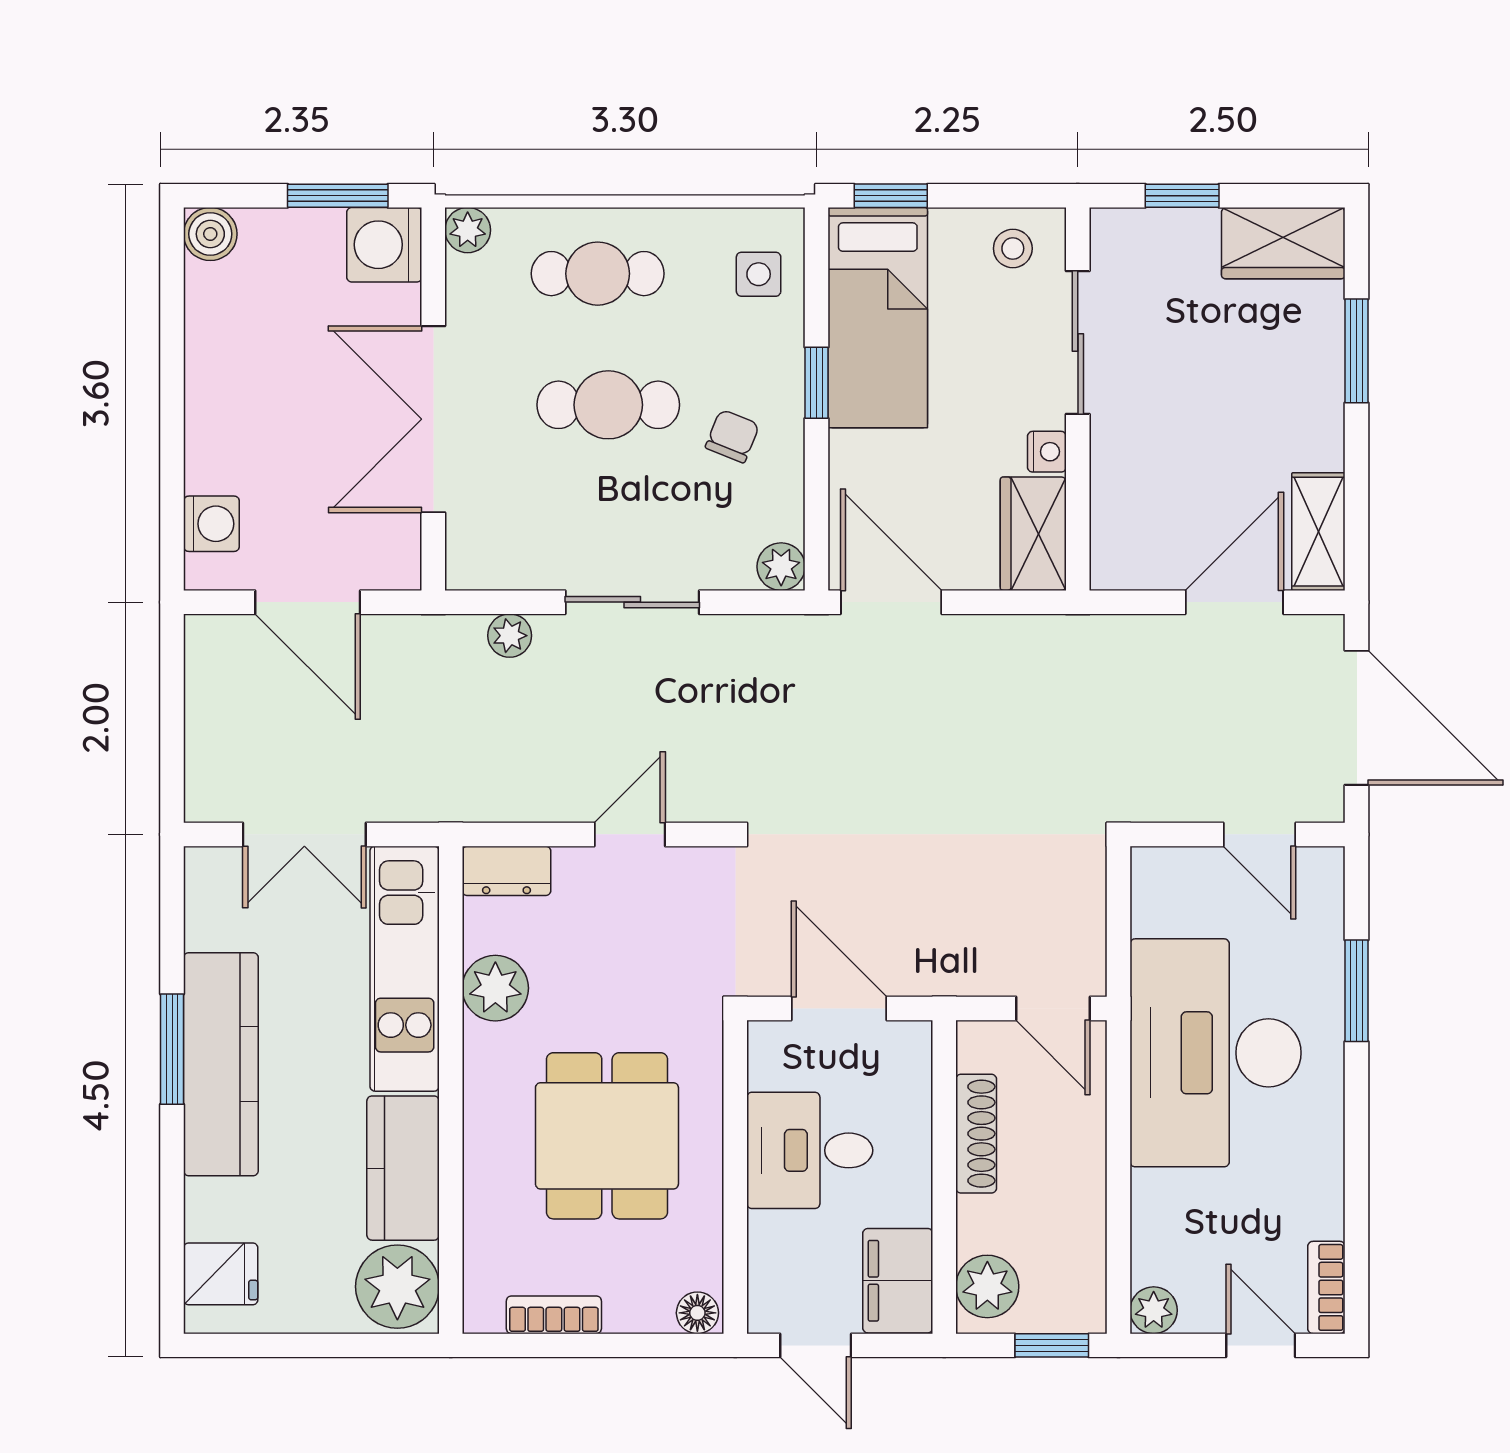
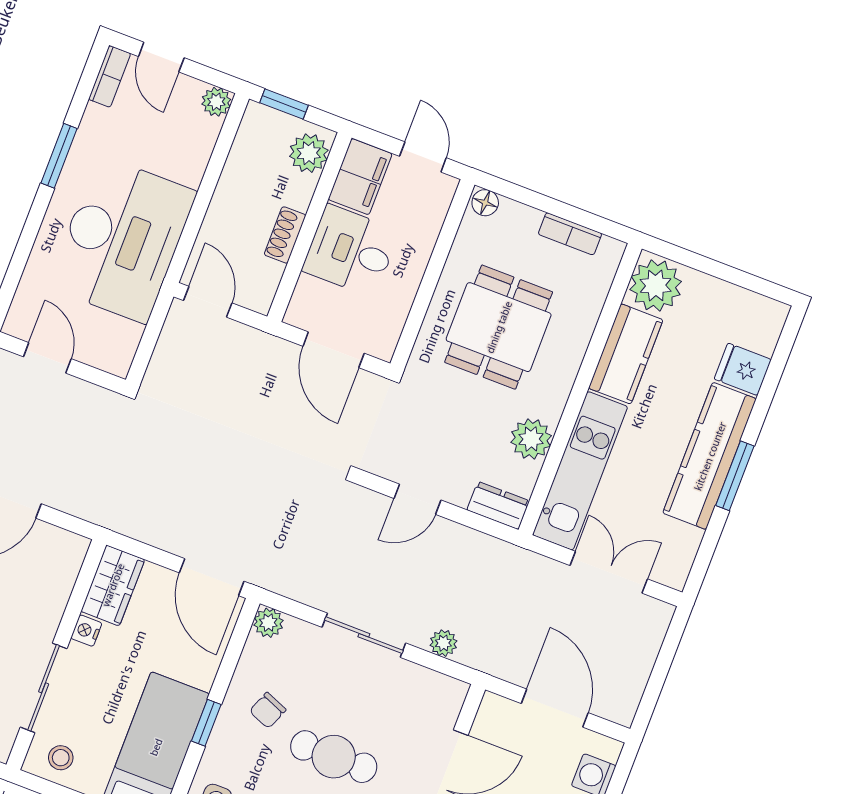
window: (1357, 991) -> (59, 156), moved
shoe rack: (976, 1134) -> (285, 235), width x0.70
desk: (810, 1150) -> (351, 251), moved, turned 180
fridge: (221, 1274) -> (743, 369), moved

